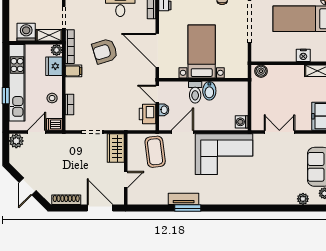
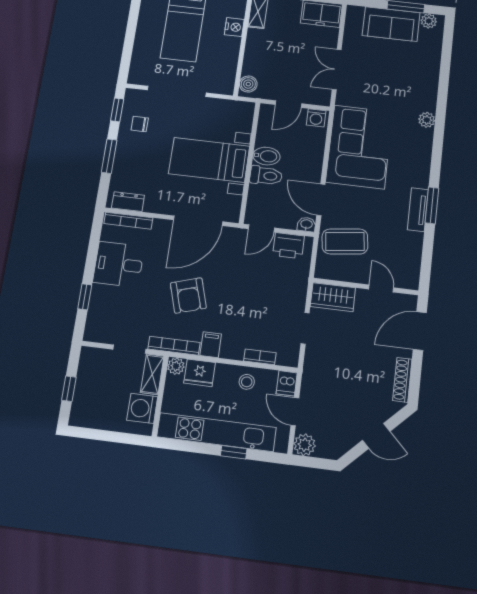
door: (249, 101) -> (288, 104), added
washbasin: (164, 110) -> (306, 224), moved
plant: (303, 199) -> (427, 120), moved

